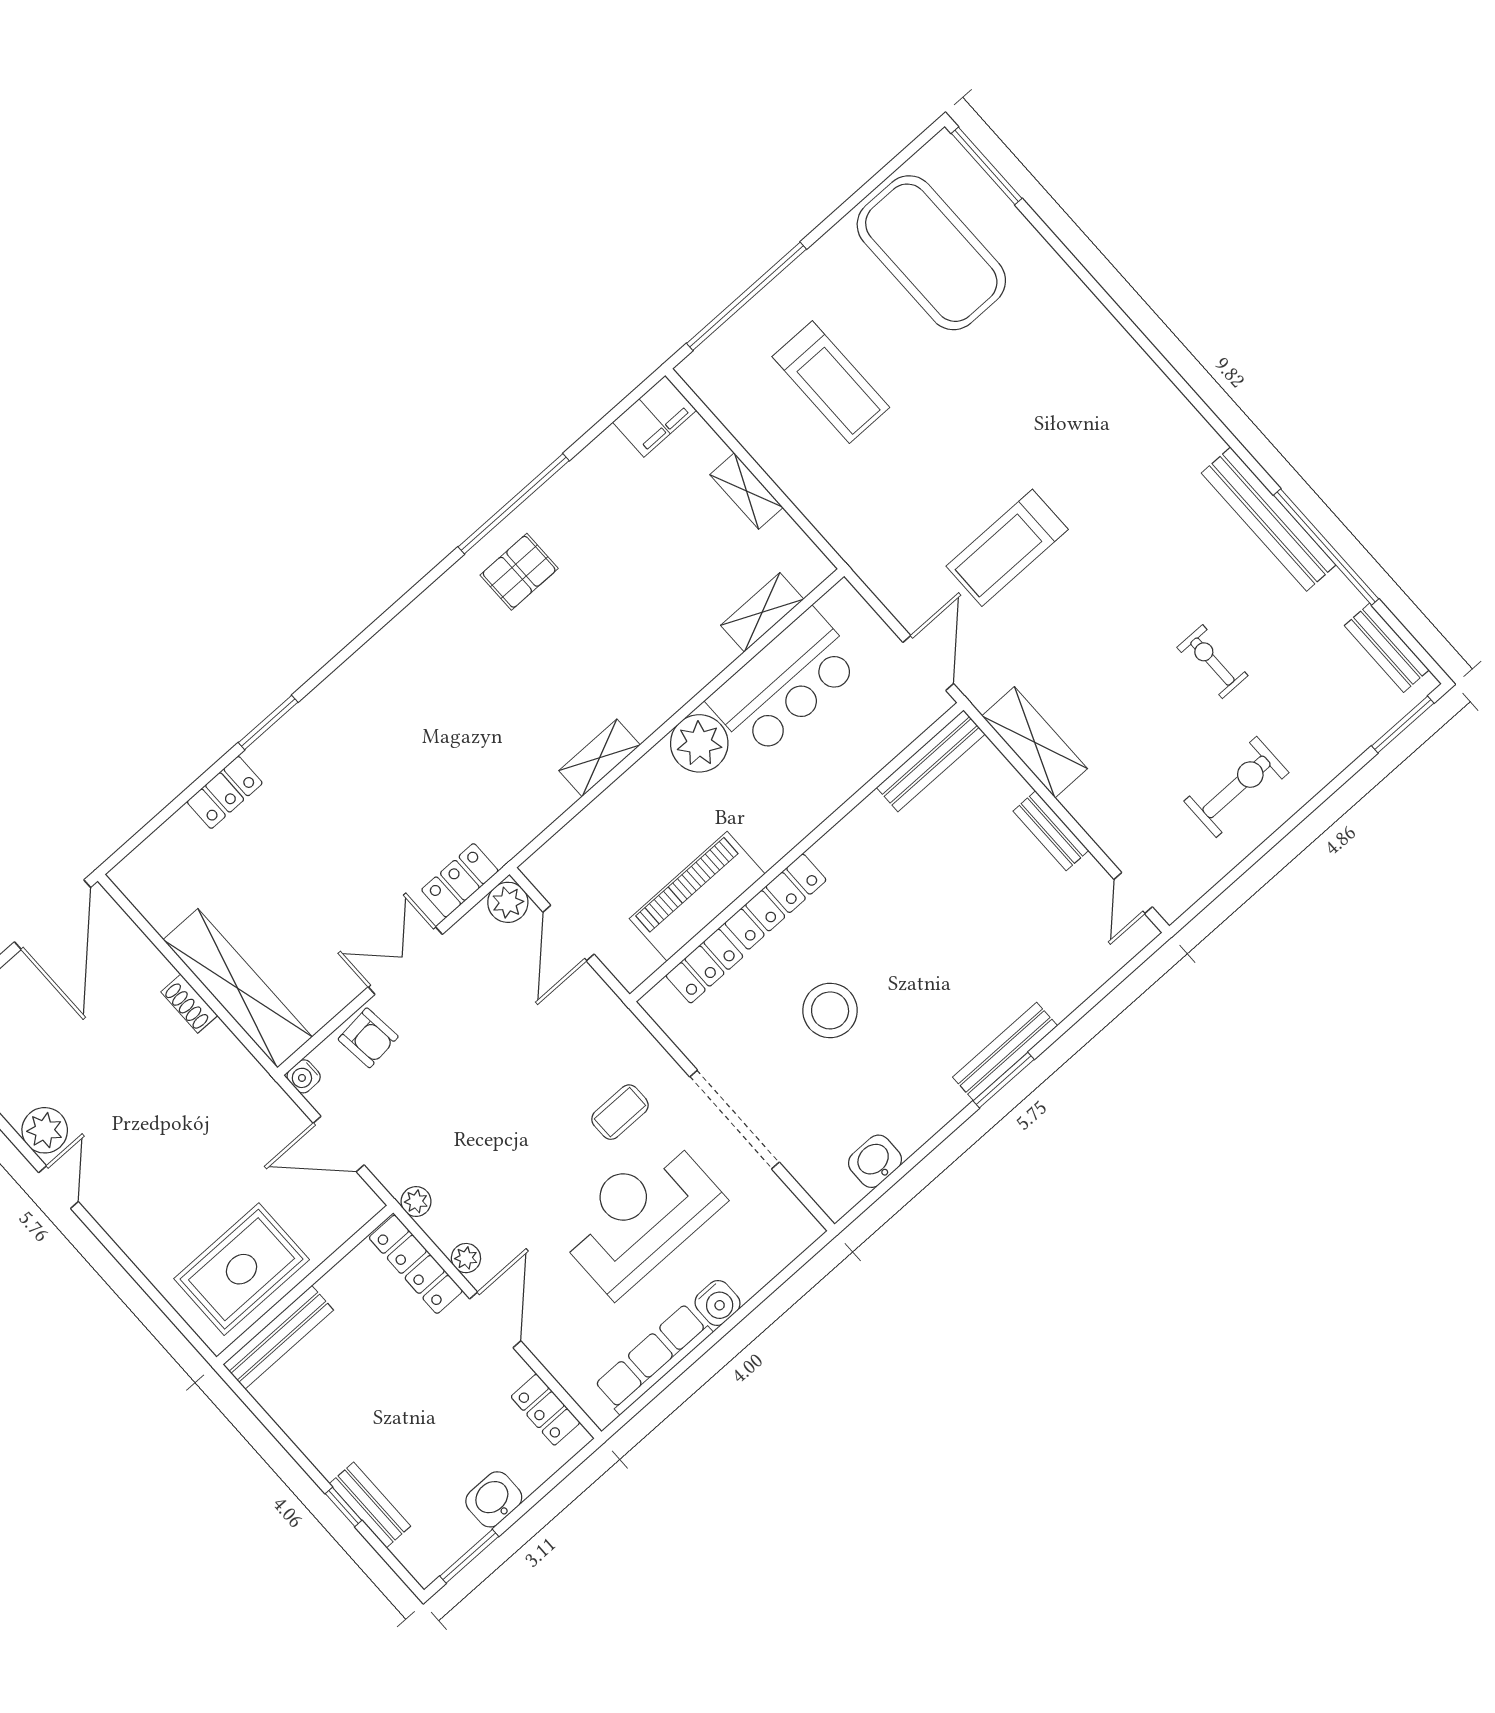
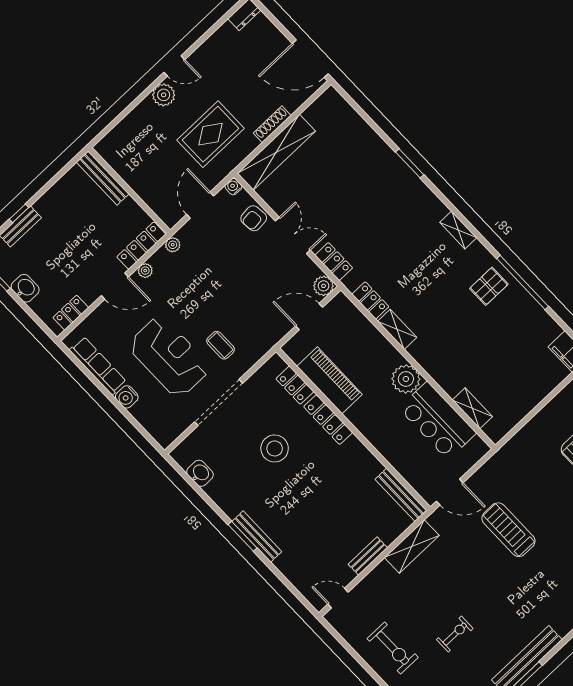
shelving: (747, 491) -> (458, 230), moved, turned 90
pallet: (519, 572) -> (489, 286), turned 90
locker: (225, 792) -> (370, 300), moved, turned 180
shoe rack: (189, 1004) -> (272, 124), width x1.43
plant: (45, 1130) -> (164, 95), moved
rug: (242, 1269) -> (211, 134), moved, turned 90

